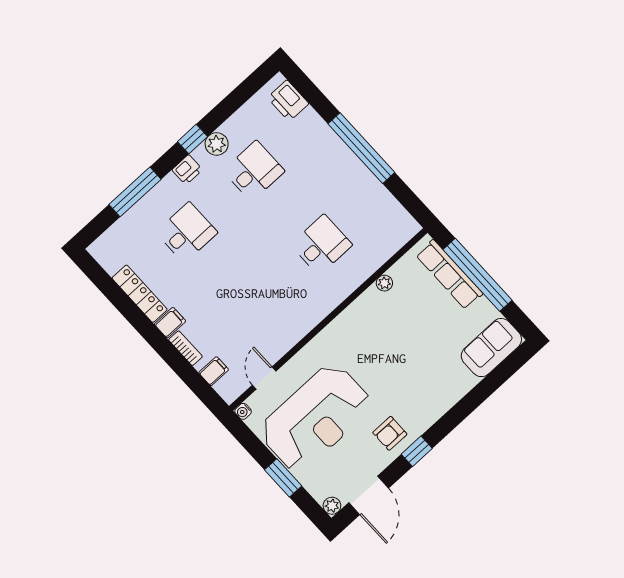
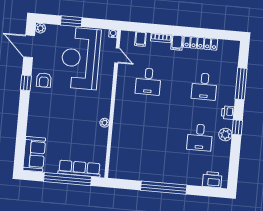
desk: (321, 245) -> (148, 82), moved
plant: (384, 283) -> (105, 123), moved
armchair: (390, 433) -> (44, 80), turned 180

